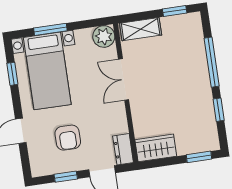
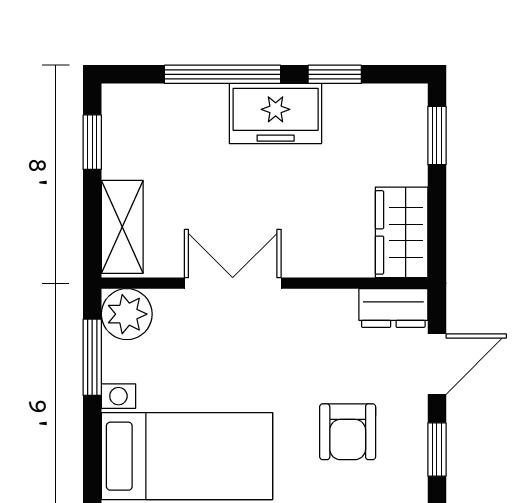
window: (50, 29) -> (92, 357), moved
double door: (124, 79) -> (233, 283), swing flipped
freezer: (198, 87) -> (276, 113), added
armchair: (68, 138) -> (348, 432), turned 90

